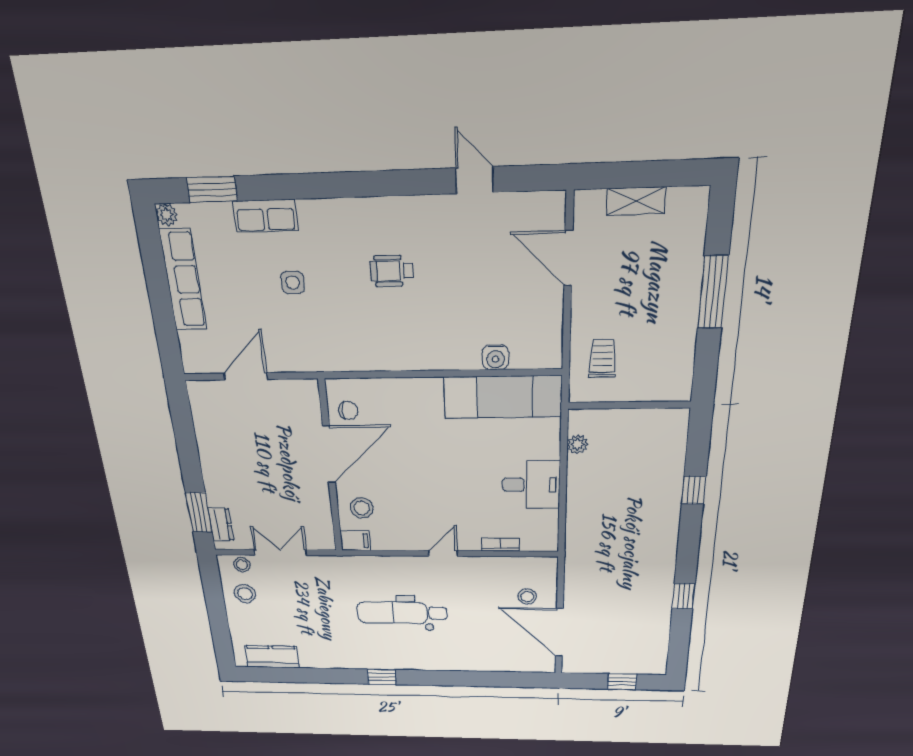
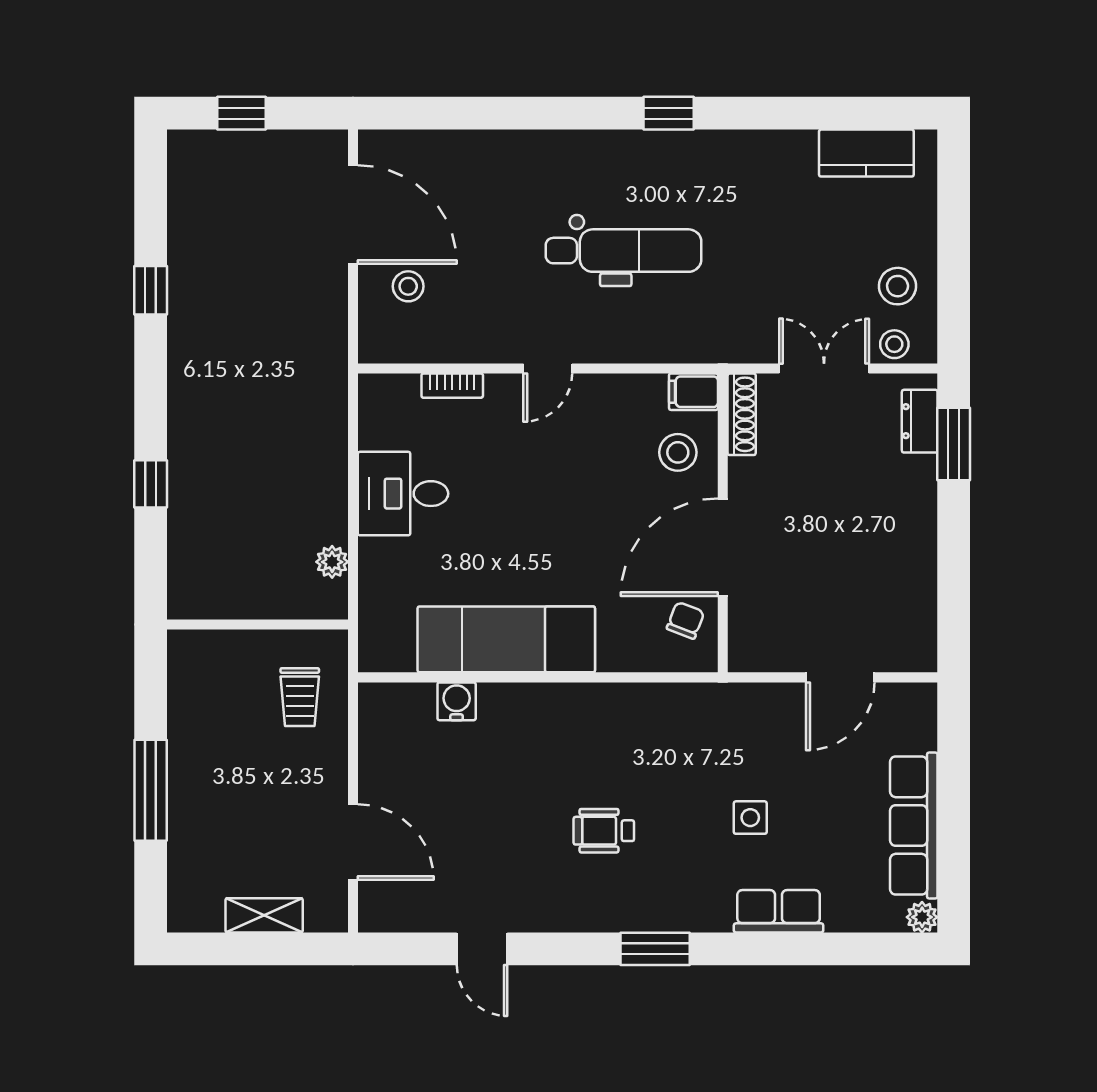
window: (212, 189) -> (655, 949), moved
wheelchair: (392, 271) -> (604, 831), turned 180
exam couch: (503, 397) -> (506, 639), moved
chair: (348, 410) -> (686, 620), turned 111
shoe rack: (326, 529) -> (742, 414), added
double door: (280, 552) -> (824, 368), swing flipped

